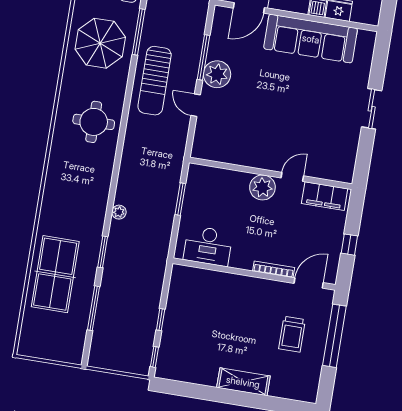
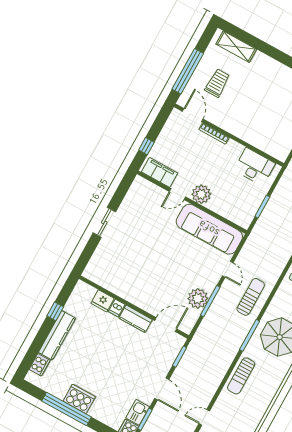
sofa: (311, 39) -> (209, 229), moved, turned 180
plant: (217, 74) -> (198, 298), moved
sun lounger: (155, 81) -> (251, 297), width x0.73, depth x0.75
window: (349, 245) -> (146, 146), moved
door: (309, 283) -> (193, 115), swing flipped
shelving: (243, 382) -> (236, 47), moved

